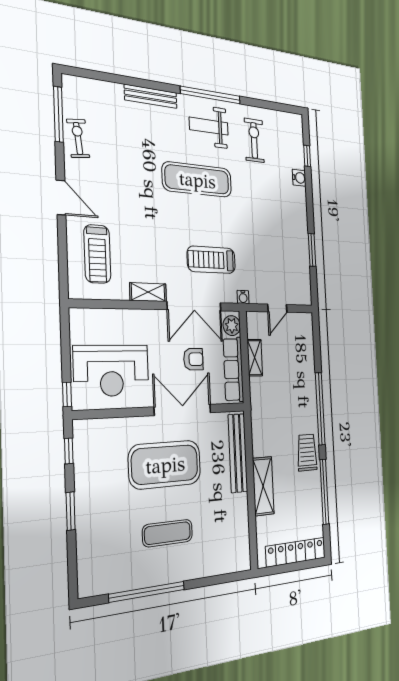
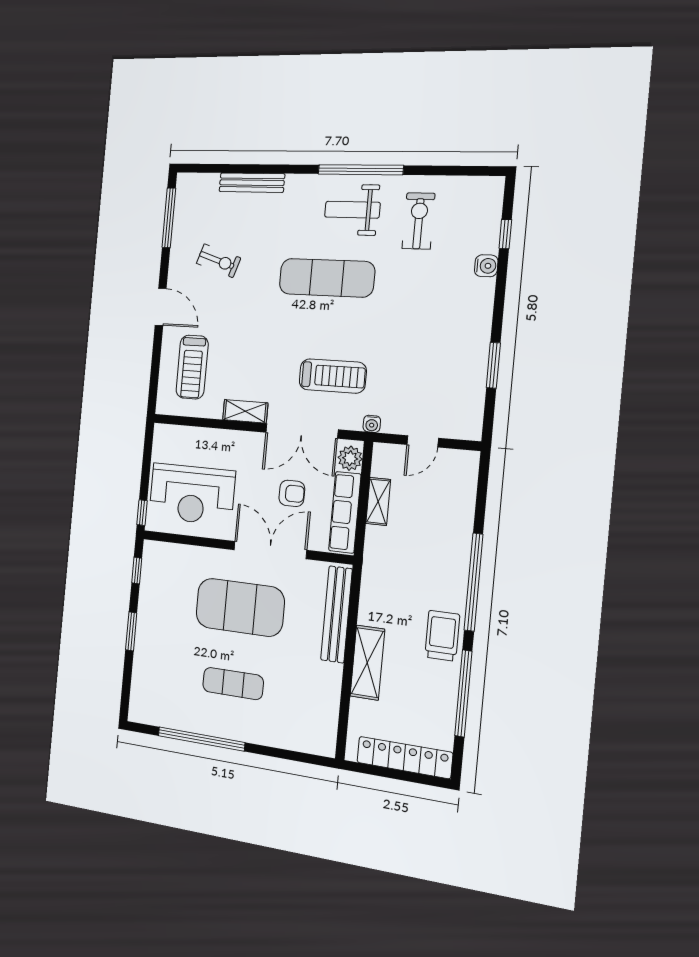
bench: (151, 96) -> (252, 183), moved
exercise bike: (78, 138) -> (218, 261), moved, turned 114
treadmill: (211, 260) -> (333, 376), turned 180

